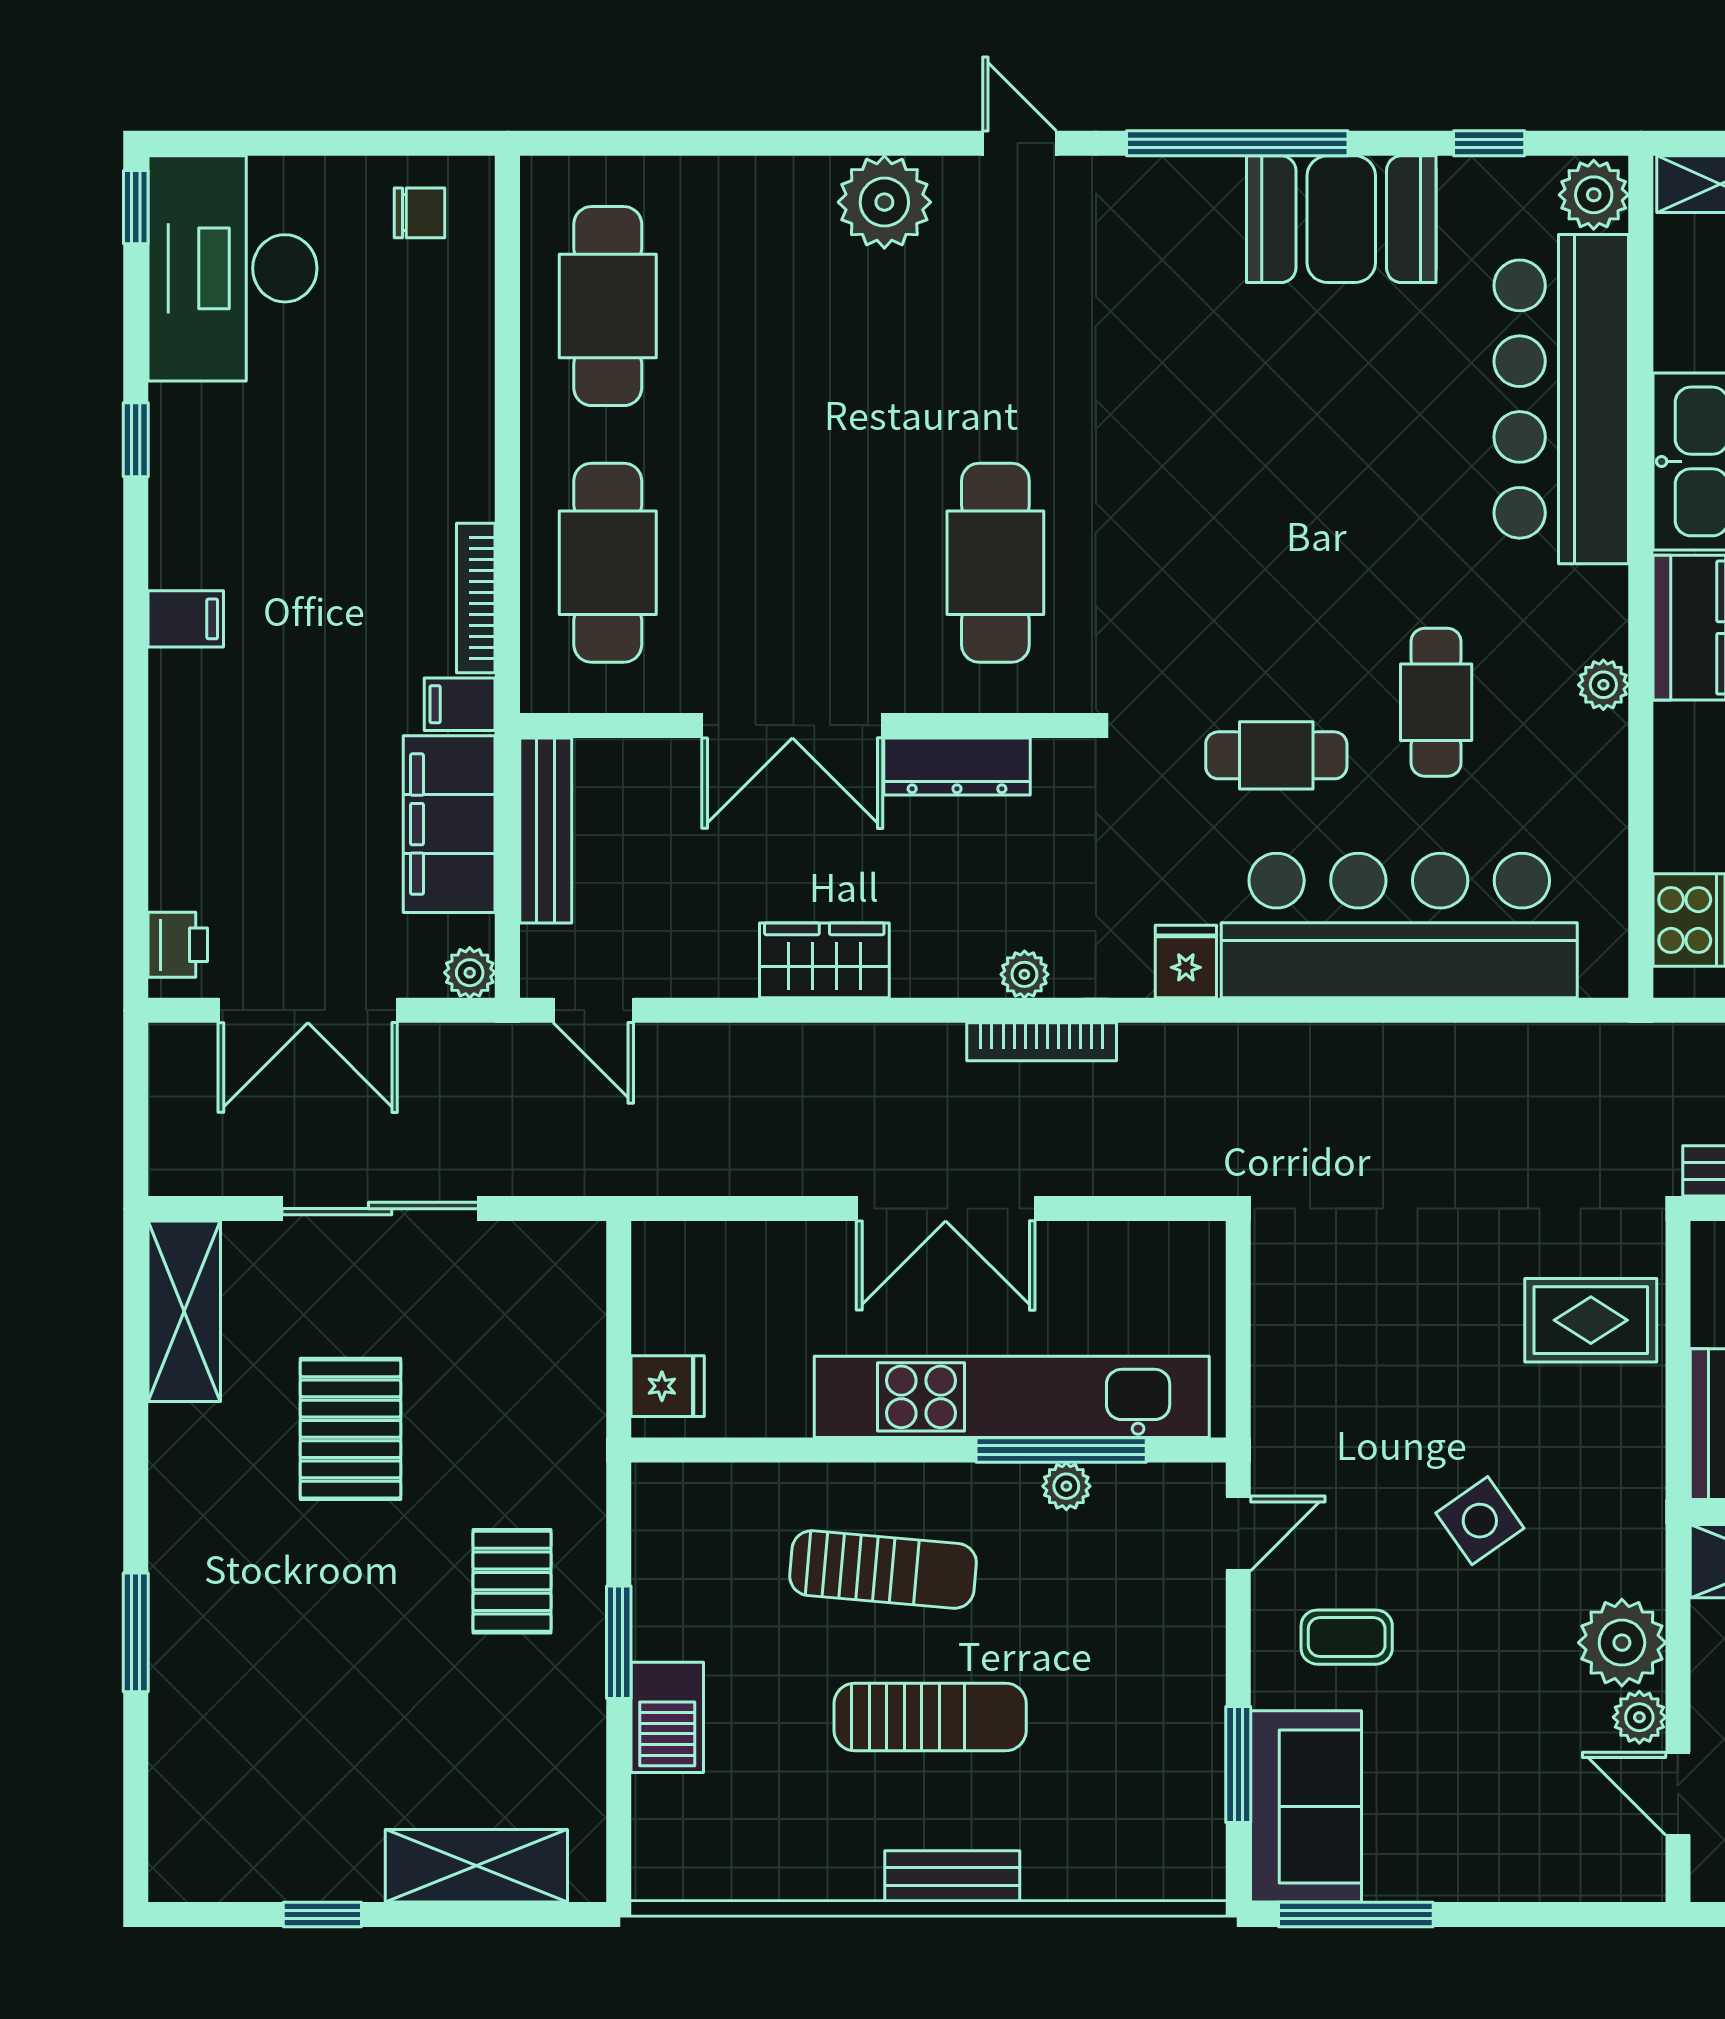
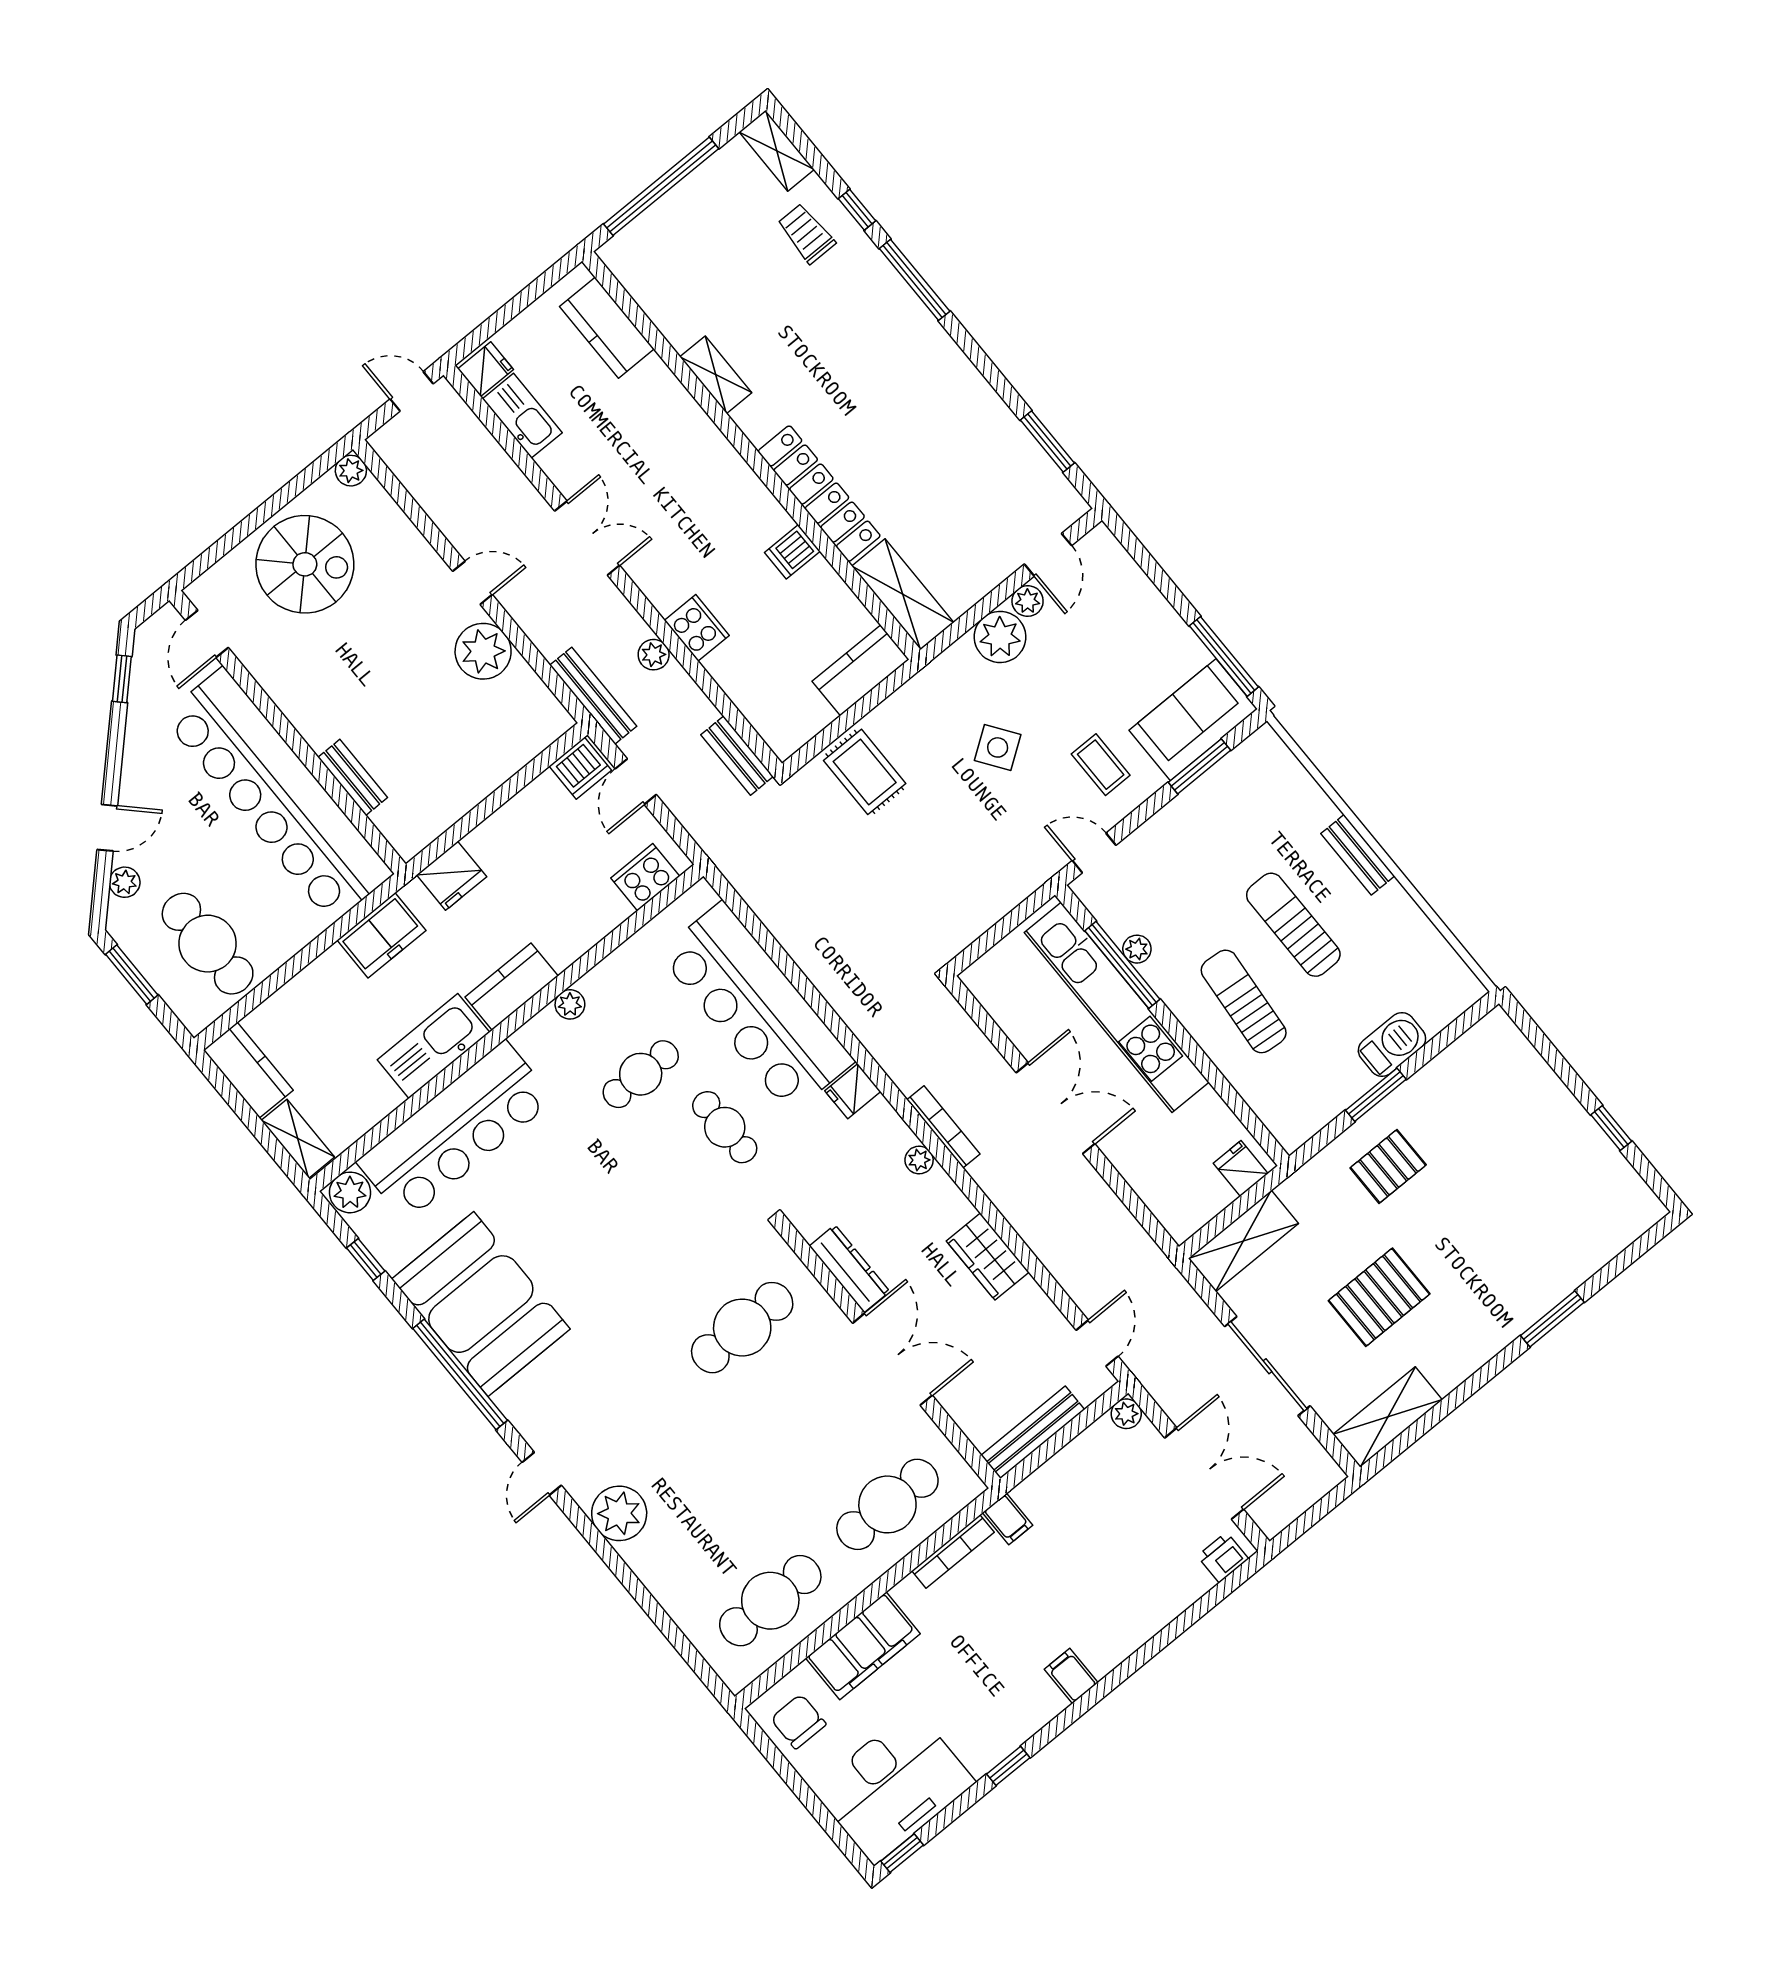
chair: (420, 213) -> (798, 1721), width x1.37, depth x1.37
booth: (1341, 219) -> (481, 1304), width x1.36, depth x1.42
filing cabinet: (449, 824) -> (863, 1646), moved
shelving: (476, 1866) -> (1243, 1241), moved, turned 90

